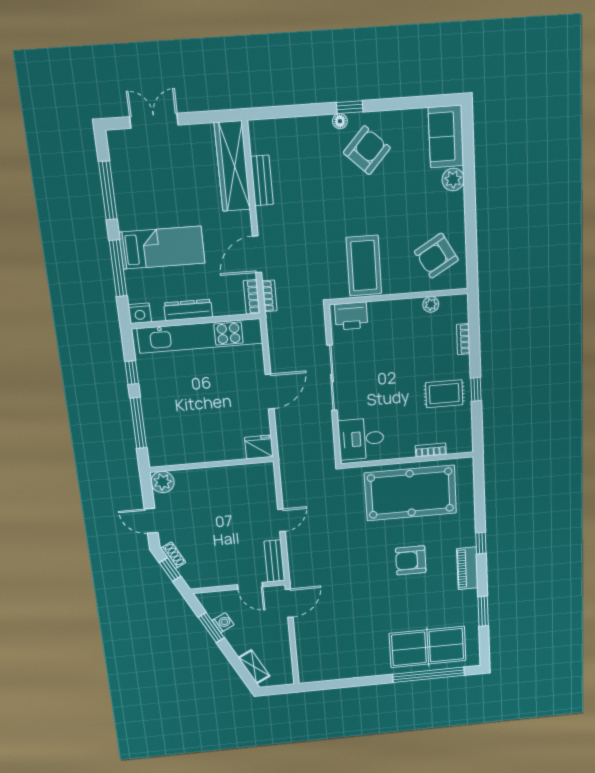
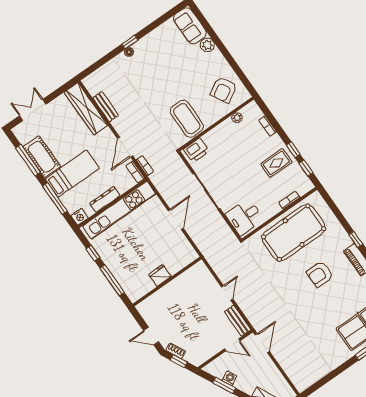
armchair: (367, 150) -> (152, 58), removed
cot: (131, 198) -> (42, 157), added
window: (477, 422) -> (306, 168), added
fridge: (259, 447) -> (160, 275), moved
plant: (163, 482) -> (145, 308), removed

